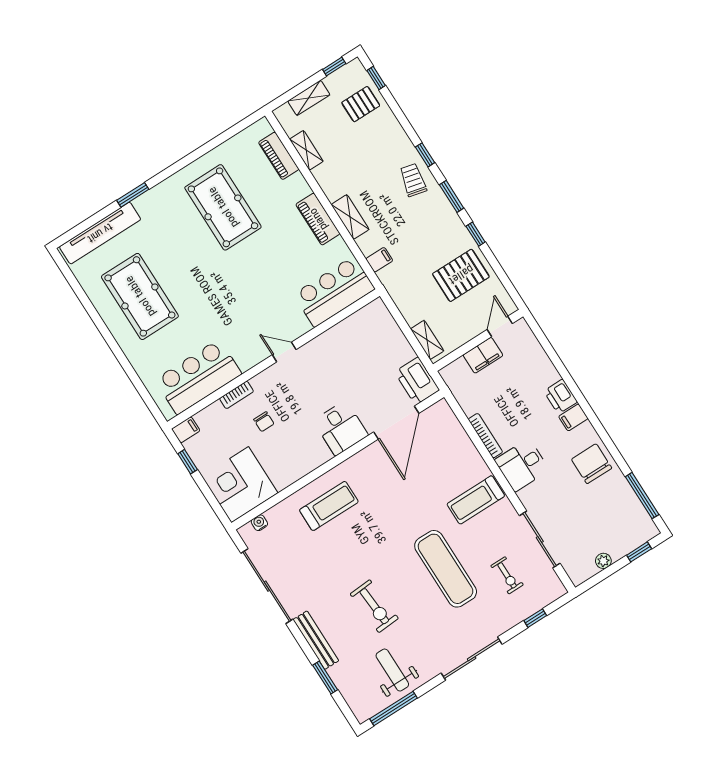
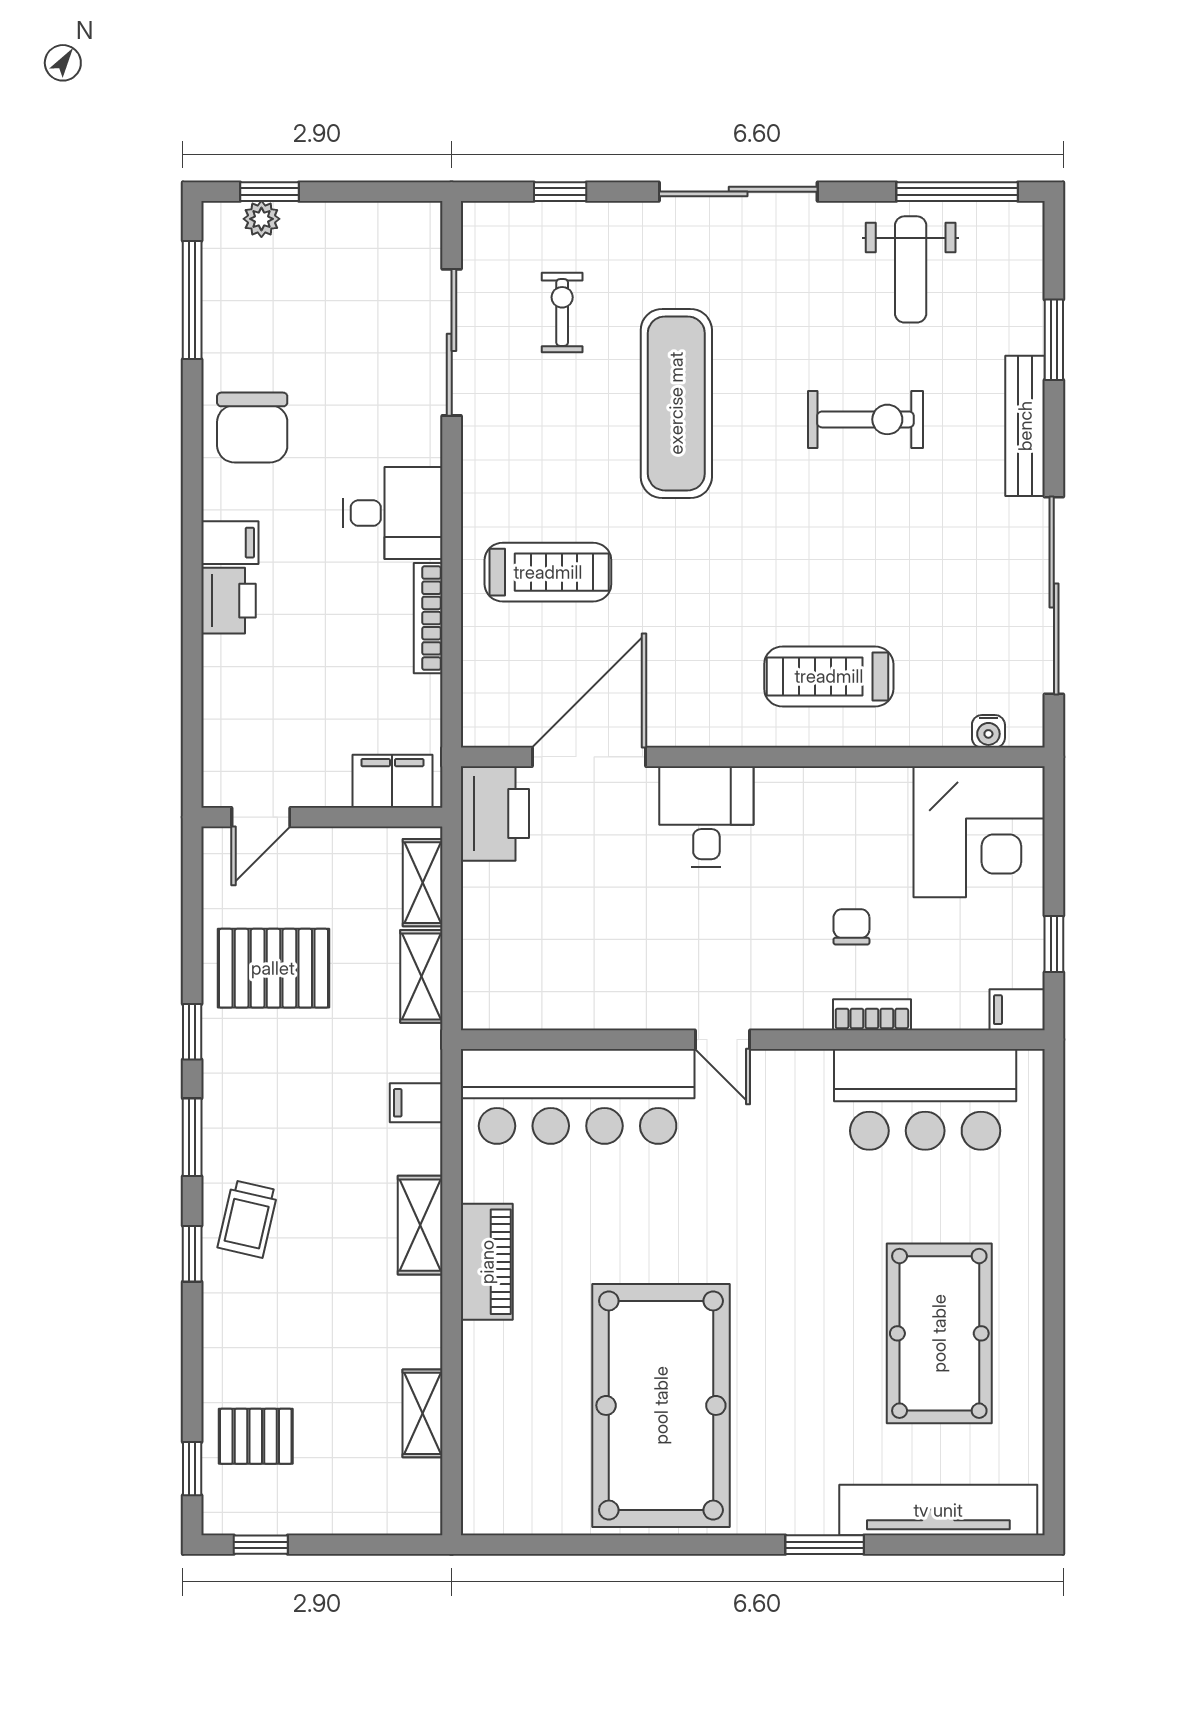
shelving: (309, 98) -> (421, 976), moved, turned 90
piano: (279, 156) -> (485, 1437), removed
pool table: (223, 207) -> (661, 1405), width x1.36, depth x1.32
bar counter: (334, 292) -> (578, 1096), width x1.36
filing cabinet: (483, 355) -> (392, 781), moved
treadmill: (476, 500) -> (548, 572), moved
plant: (603, 561) -> (261, 219), moved
exercise bike: (374, 606) -> (865, 419), turned 94

